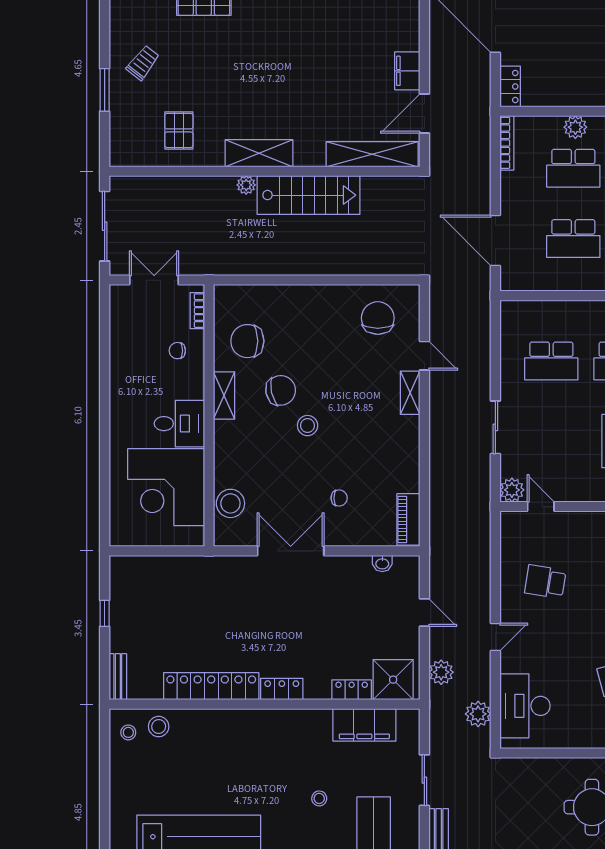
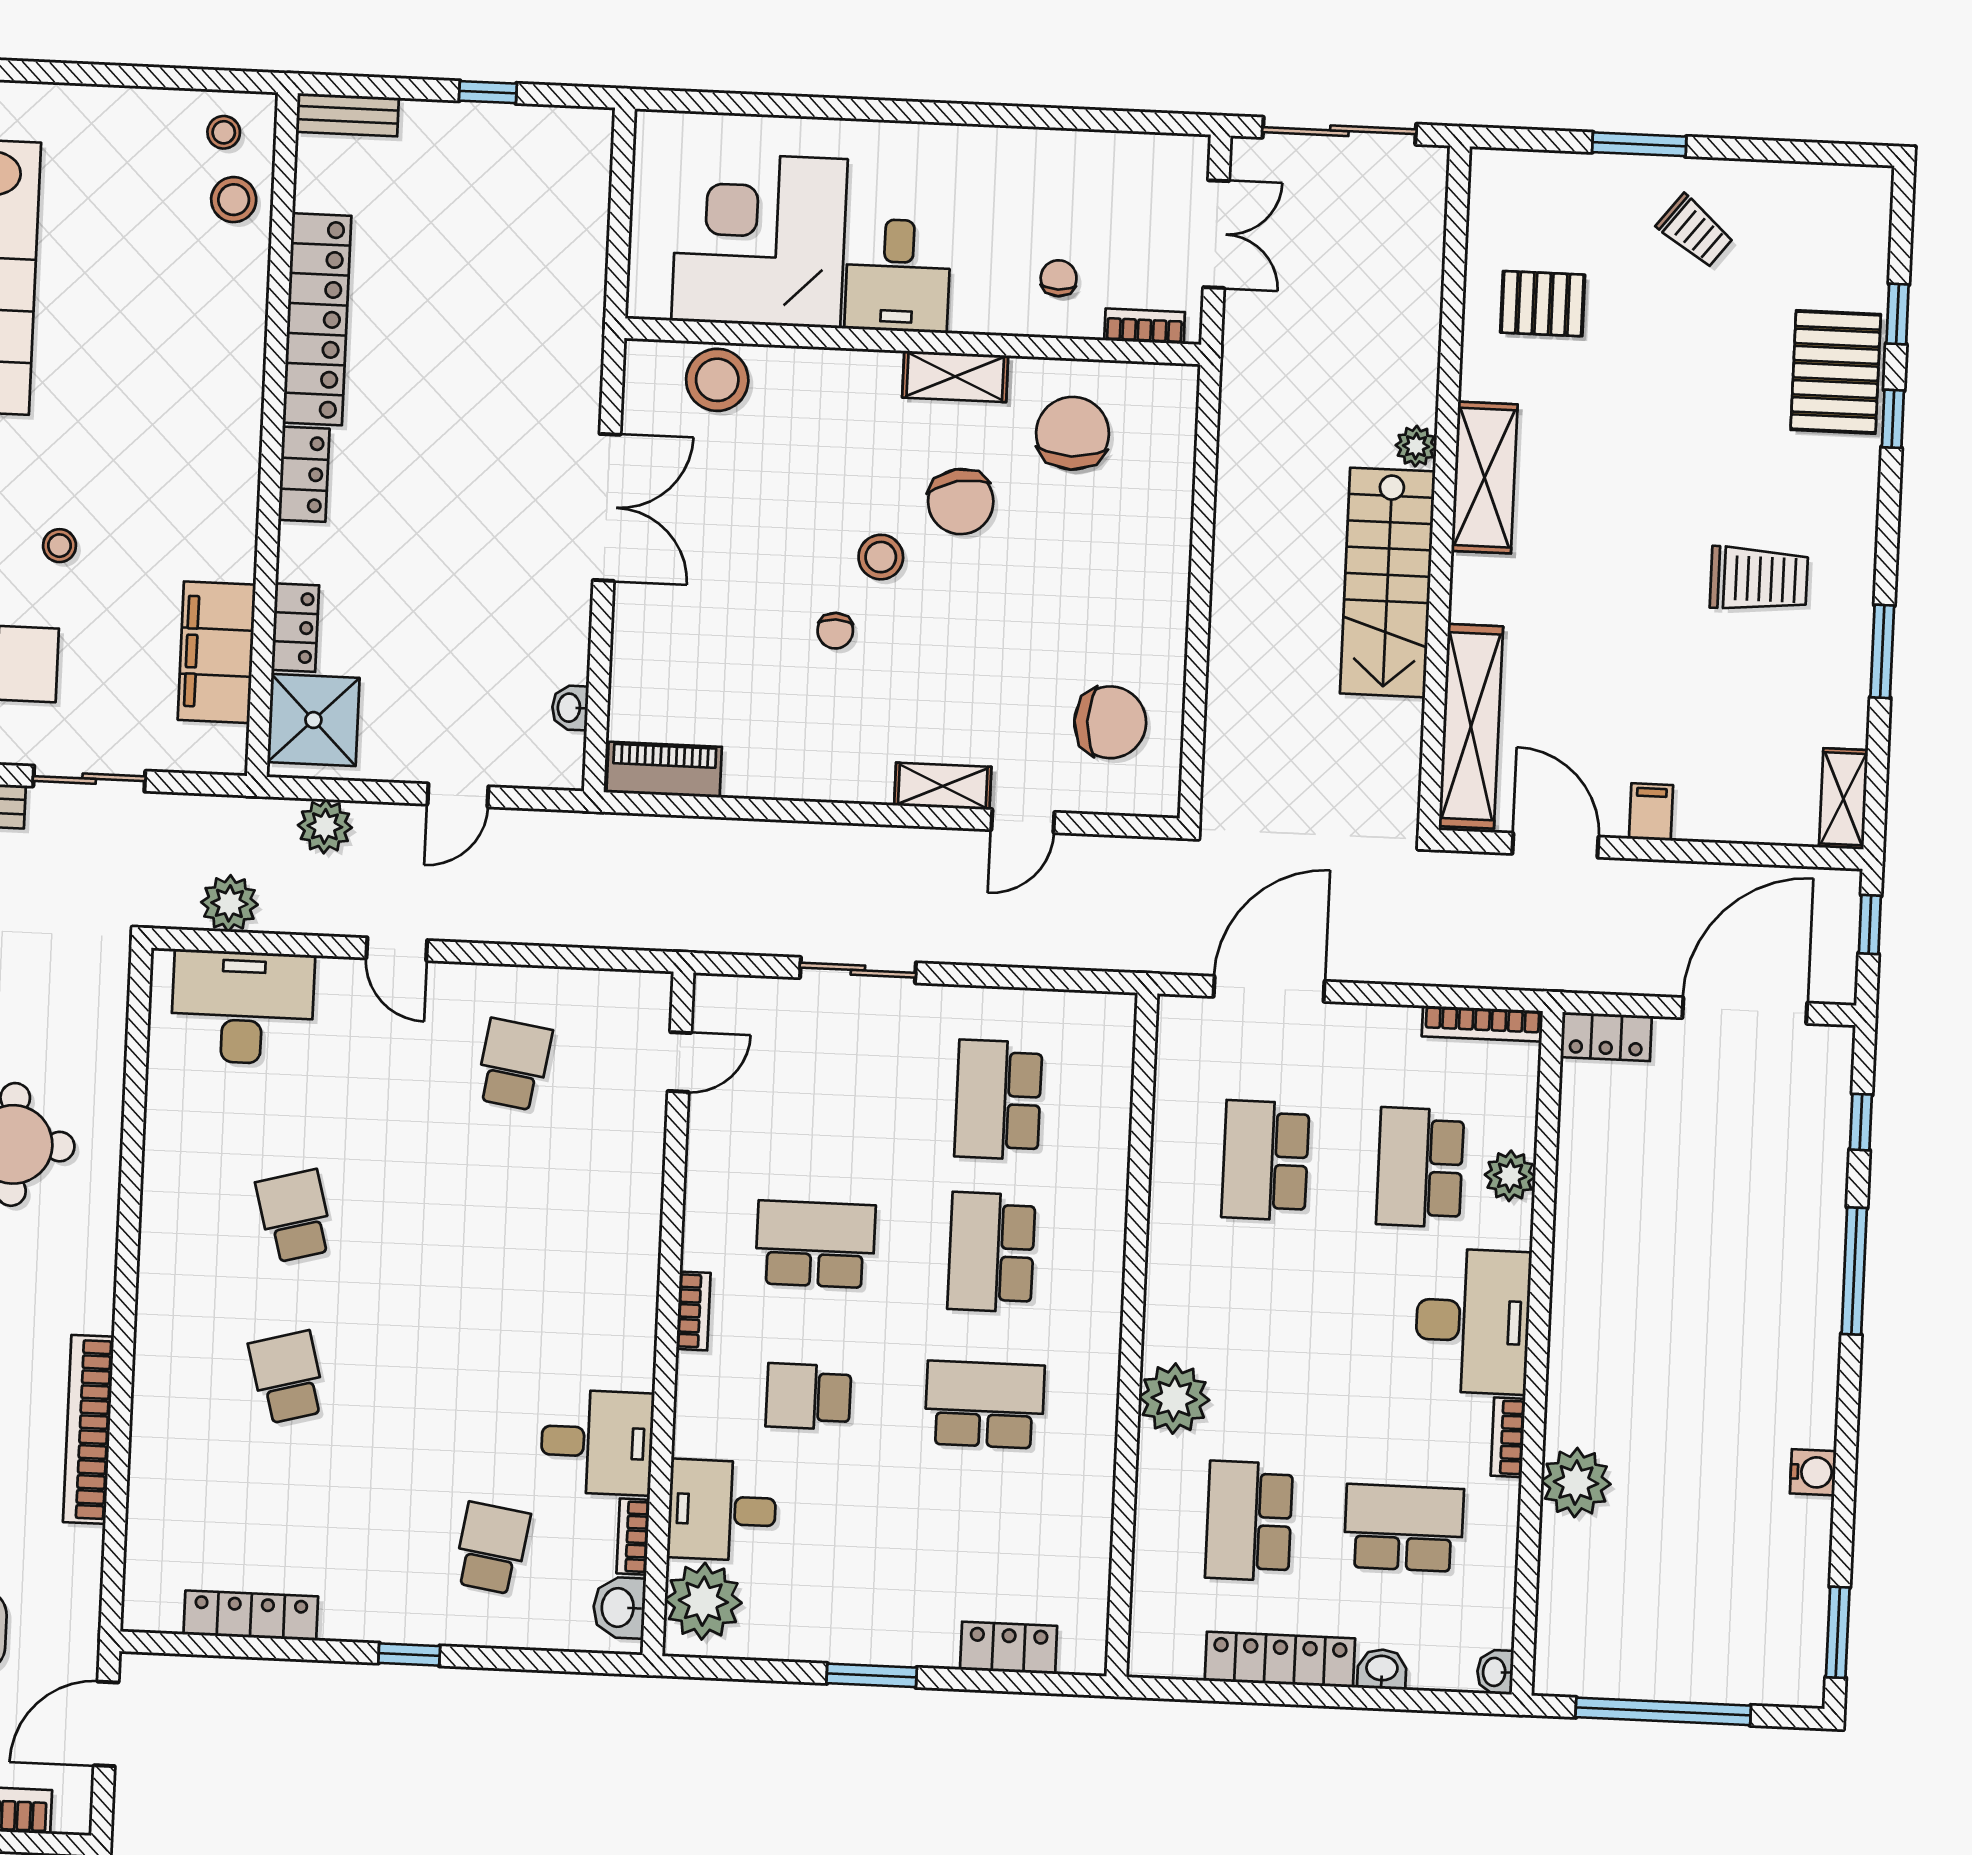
trolley: (299, 27) -> (1759, 579), added
filing cabinet: (407, 71) -> (1651, 812), width x0.50
plant: (512, 490) -> (719, 1000), removed
chair: (339, 498) -> (835, 631), moved

